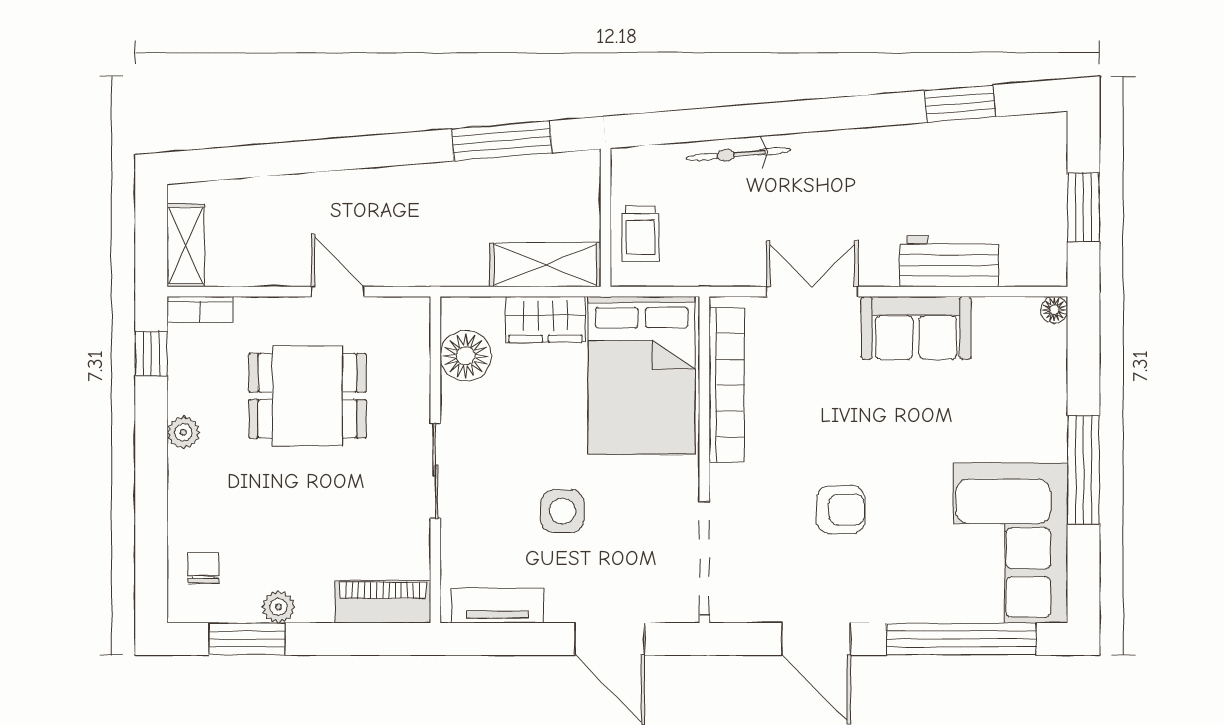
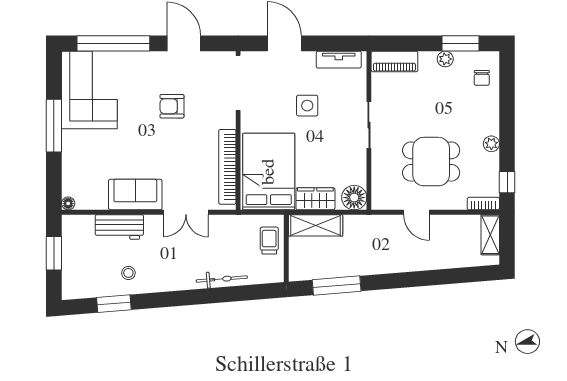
stool: (930, 167) -> (128, 273), added
floor lamp: (466, 356) -> (354, 198), moved

